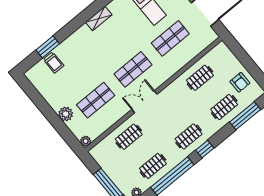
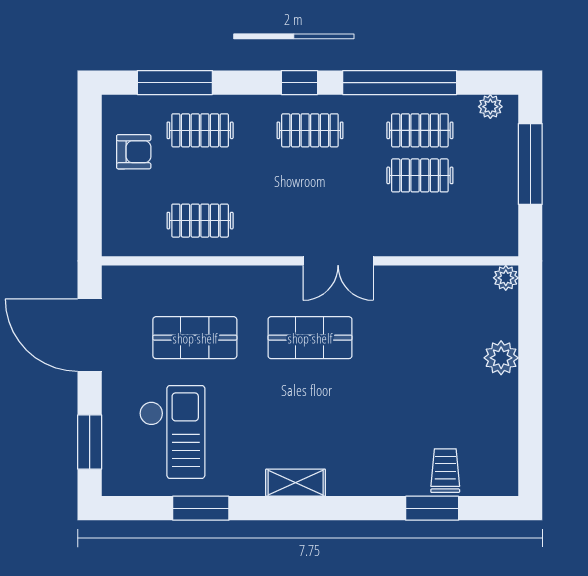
armchair: (240, 82) -> (134, 152), turned 90
shop shelf: (96, 100) -> (425, 338), removed
clothes rail: (129, 137) -> (420, 175), moved

